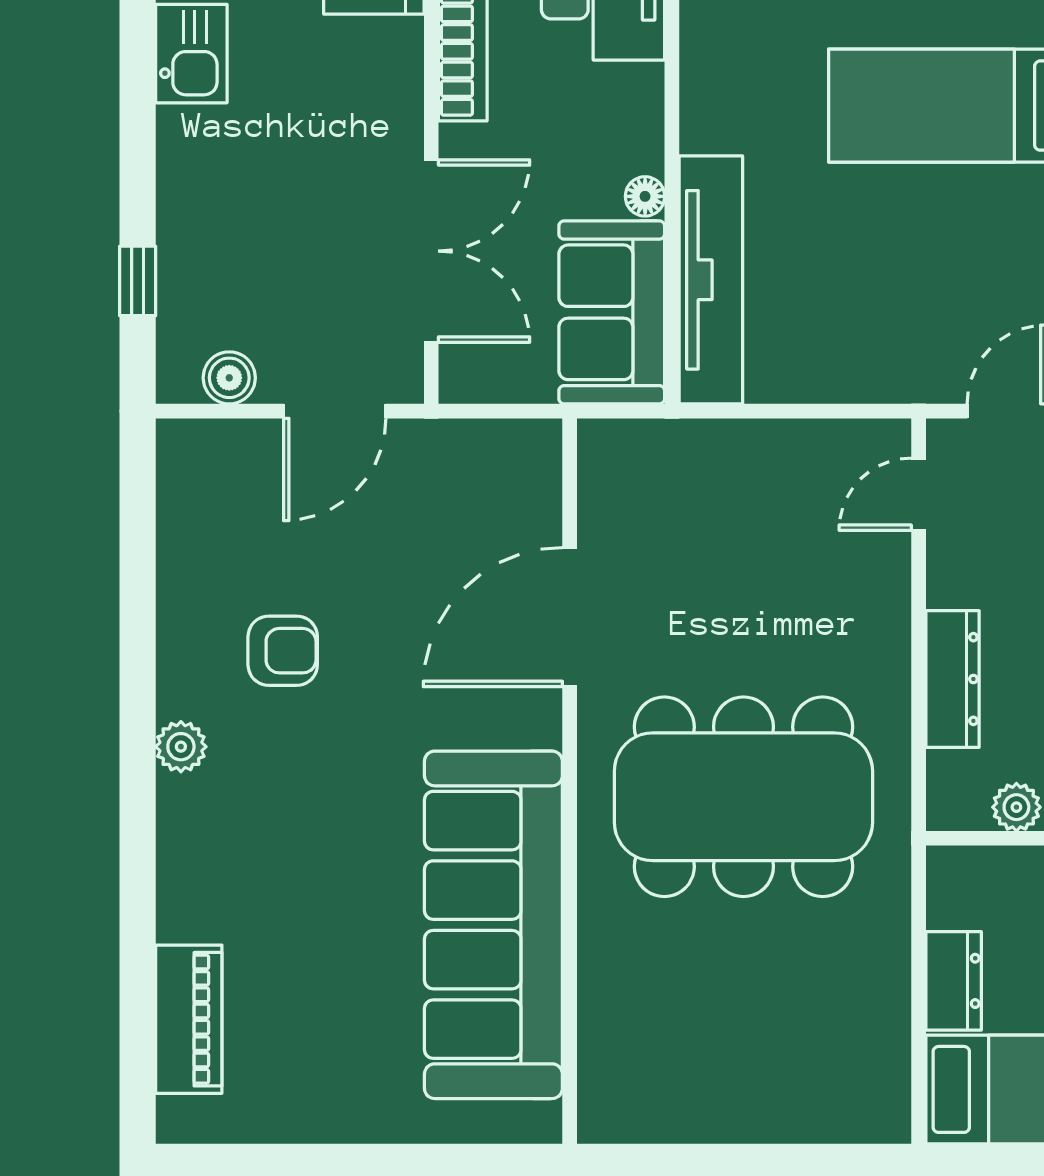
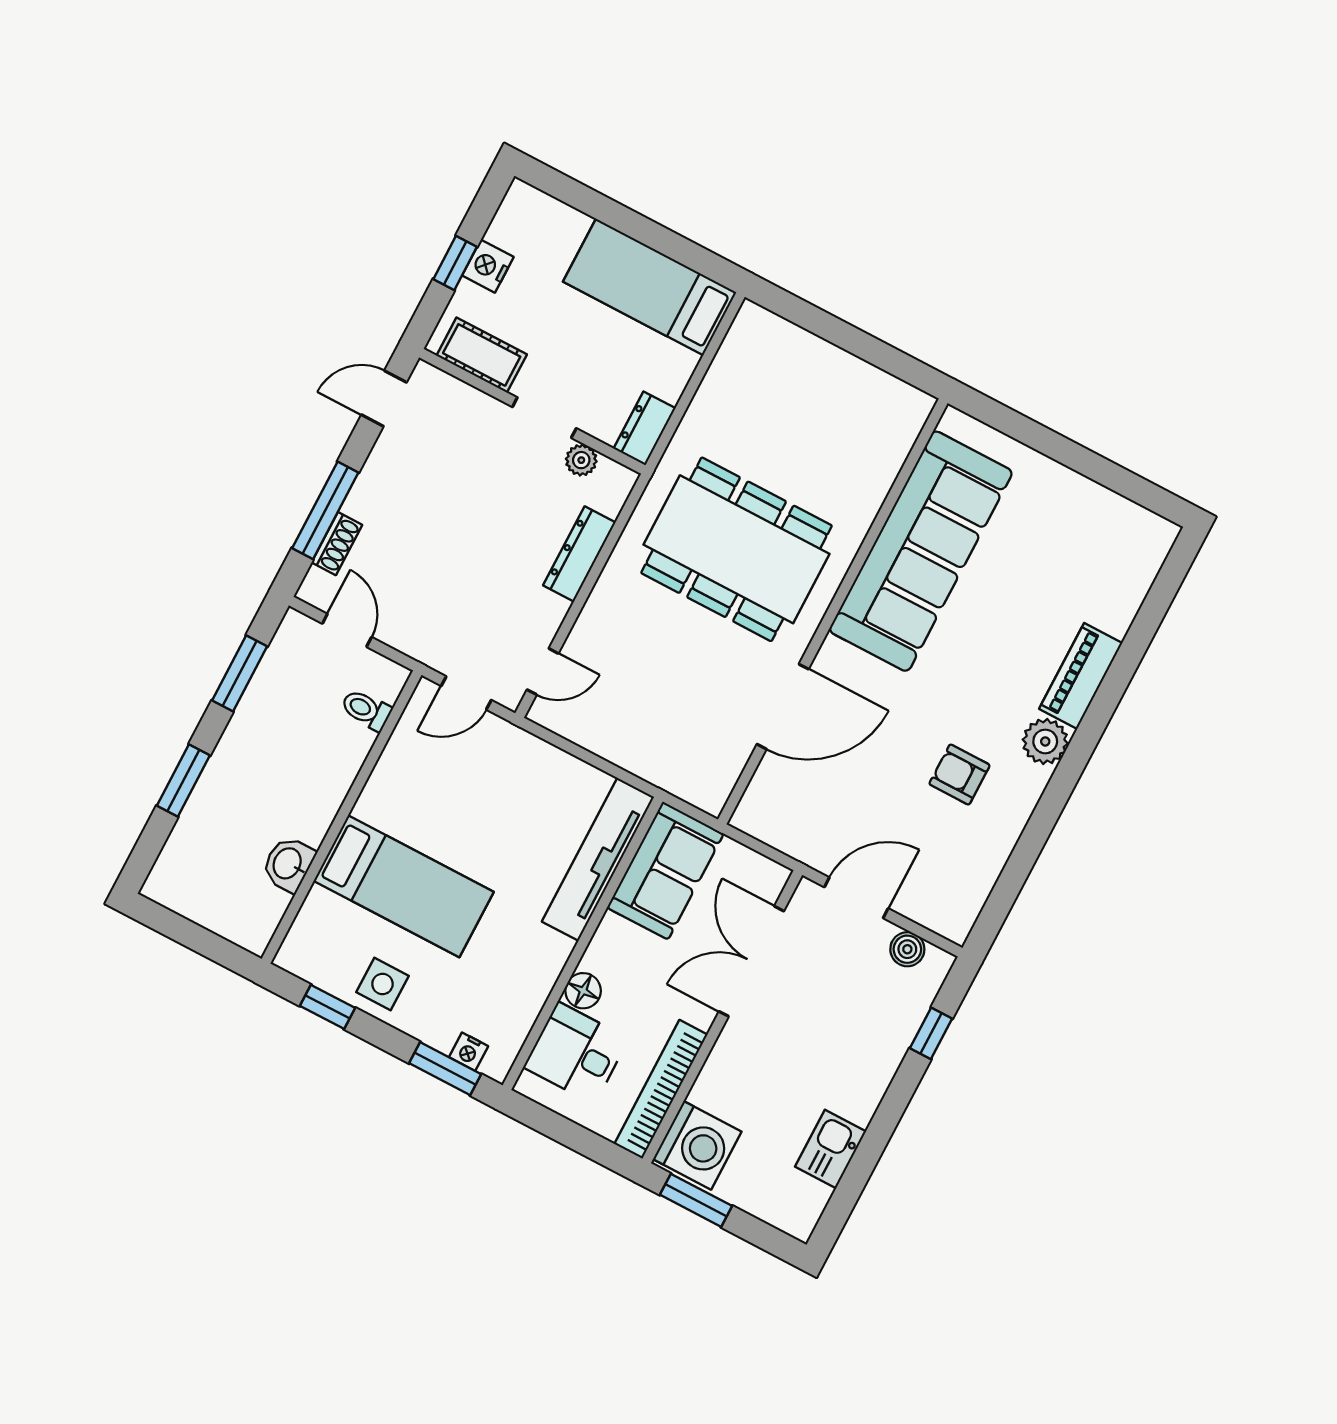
floor lamp: (645, 196) -> (583, 991), moved, width x1.37, depth x1.37
plant: (181, 747) -> (1045, 741), width x1.38, depth x1.38
dresser: (954, 981) -> (644, 428), moved
piano: (189, 1019) -> (1081, 676), moved

